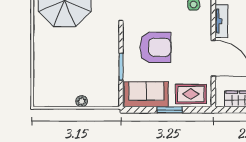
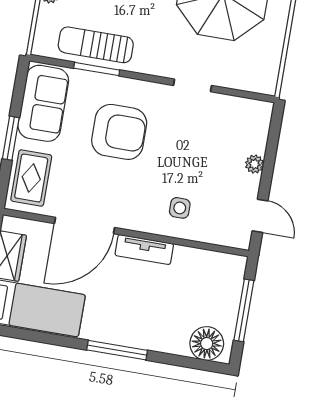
armchair: (155, 47) -> (119, 132), turned -90
sun lounger: (107, 70) -> (96, 45), added

